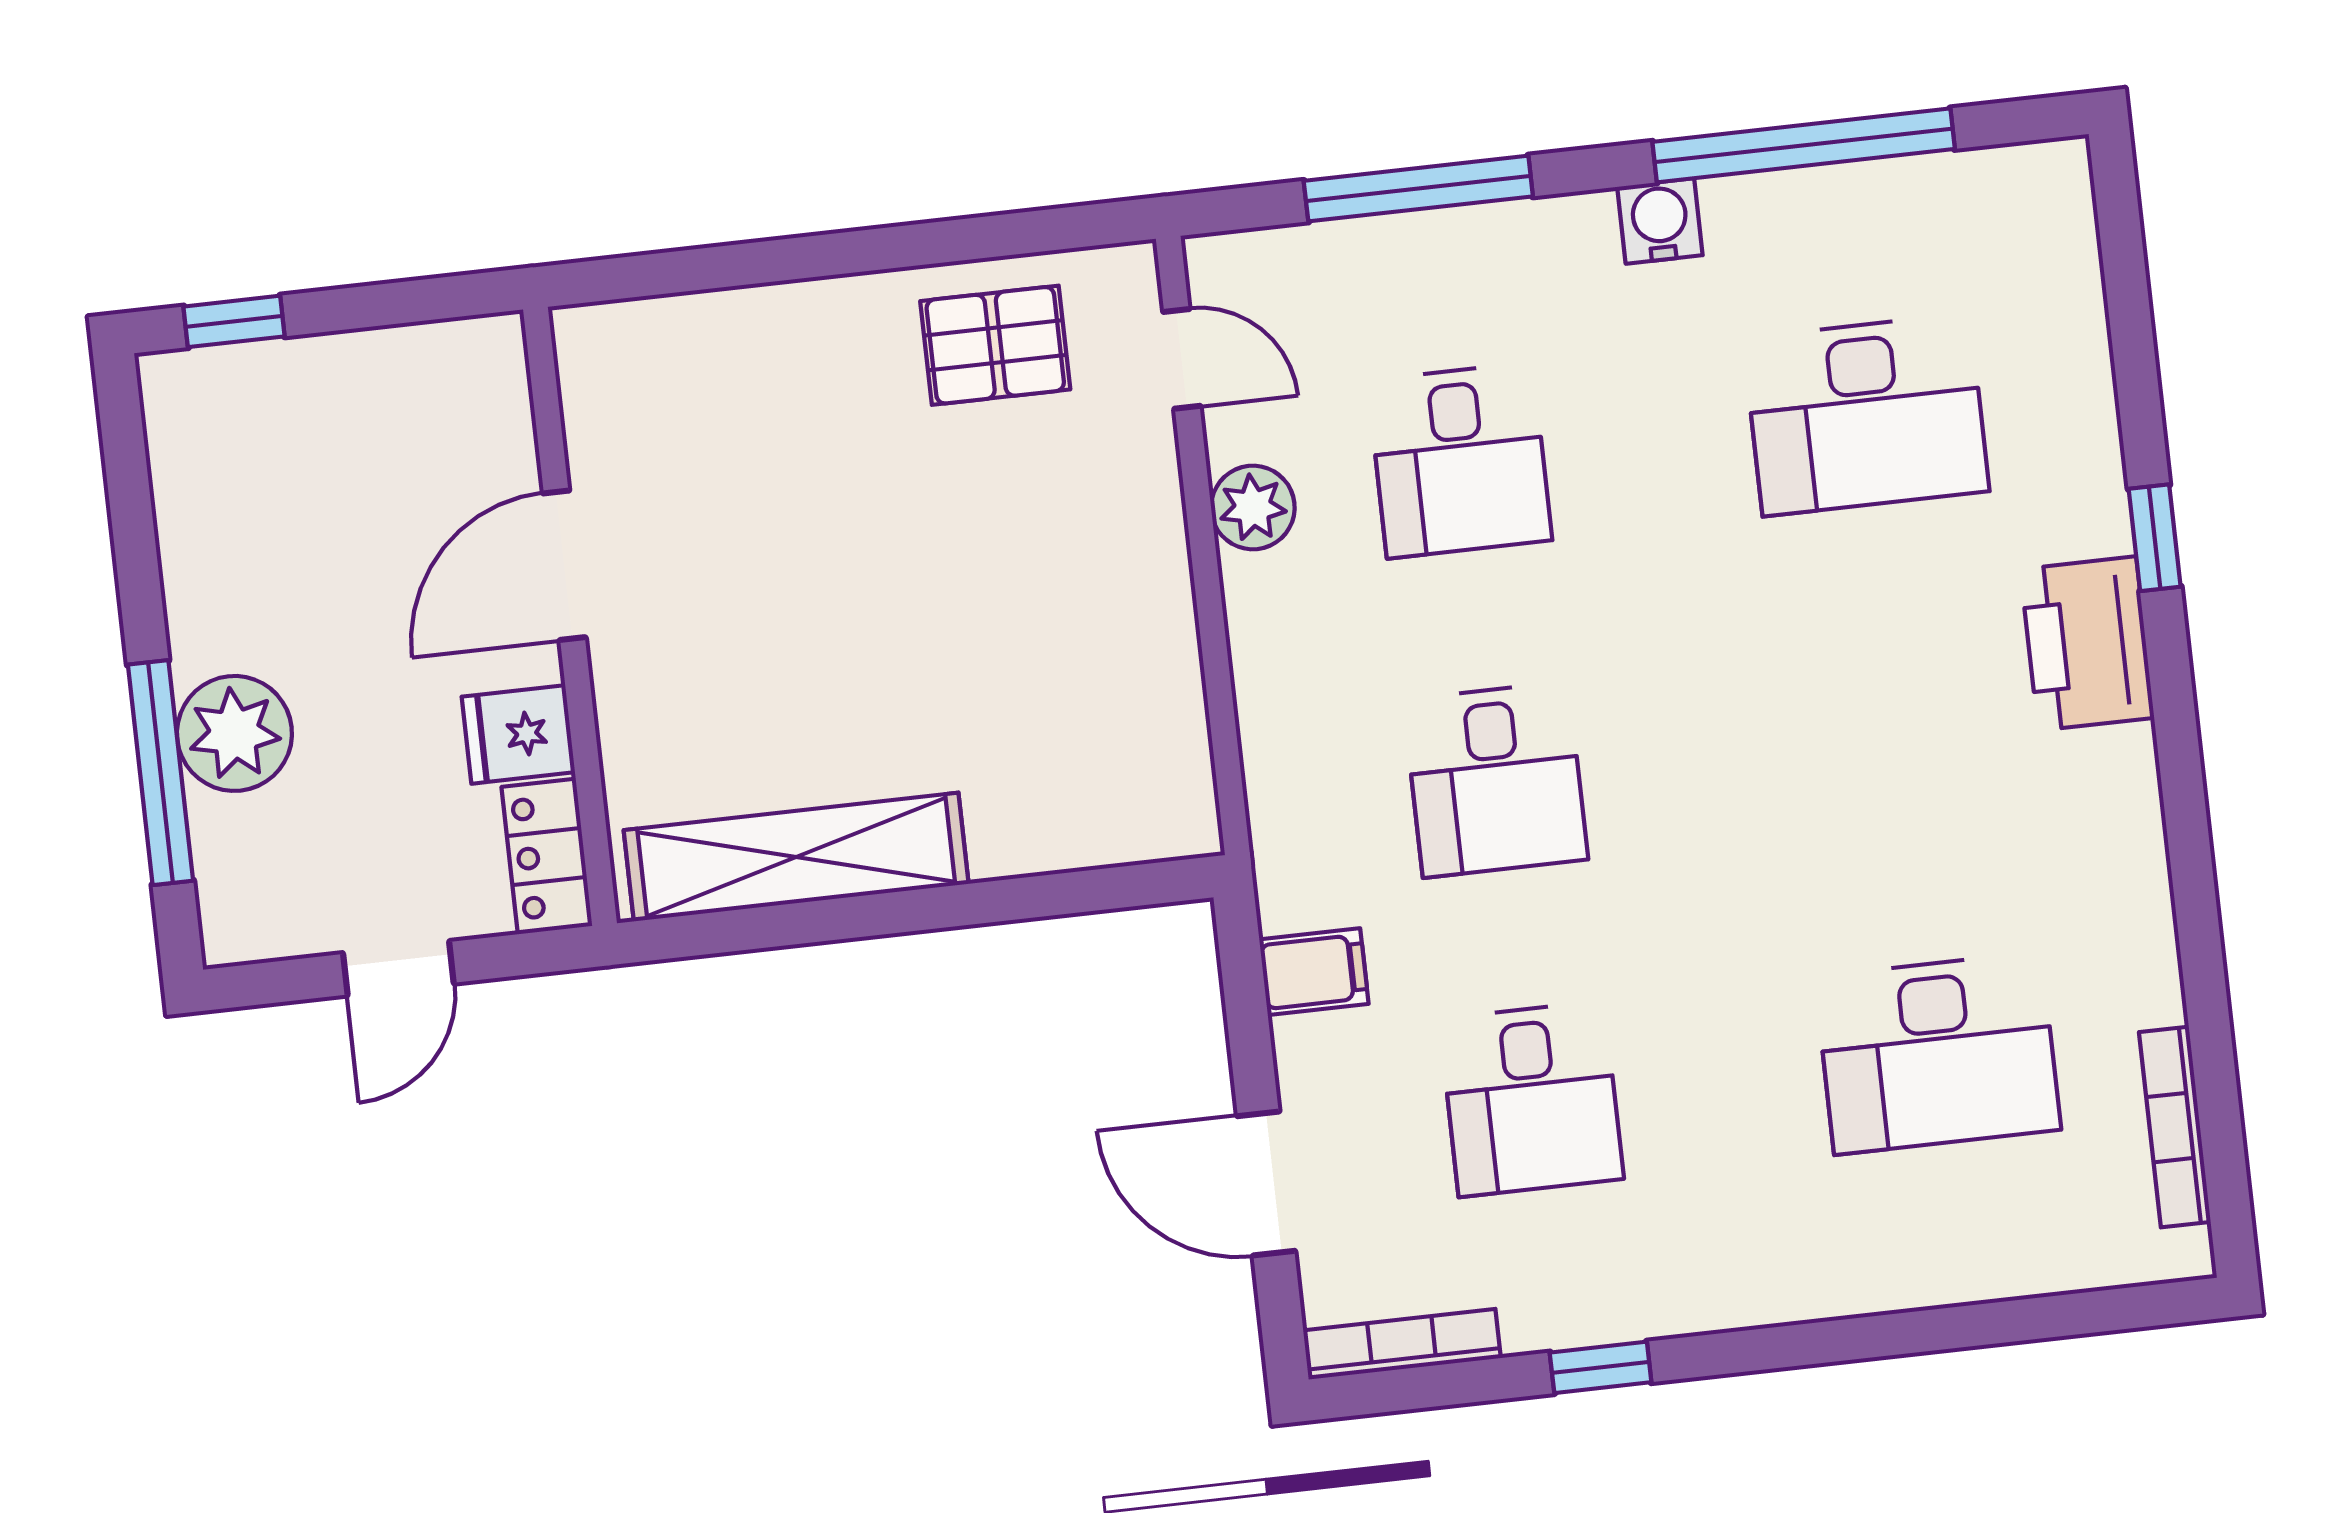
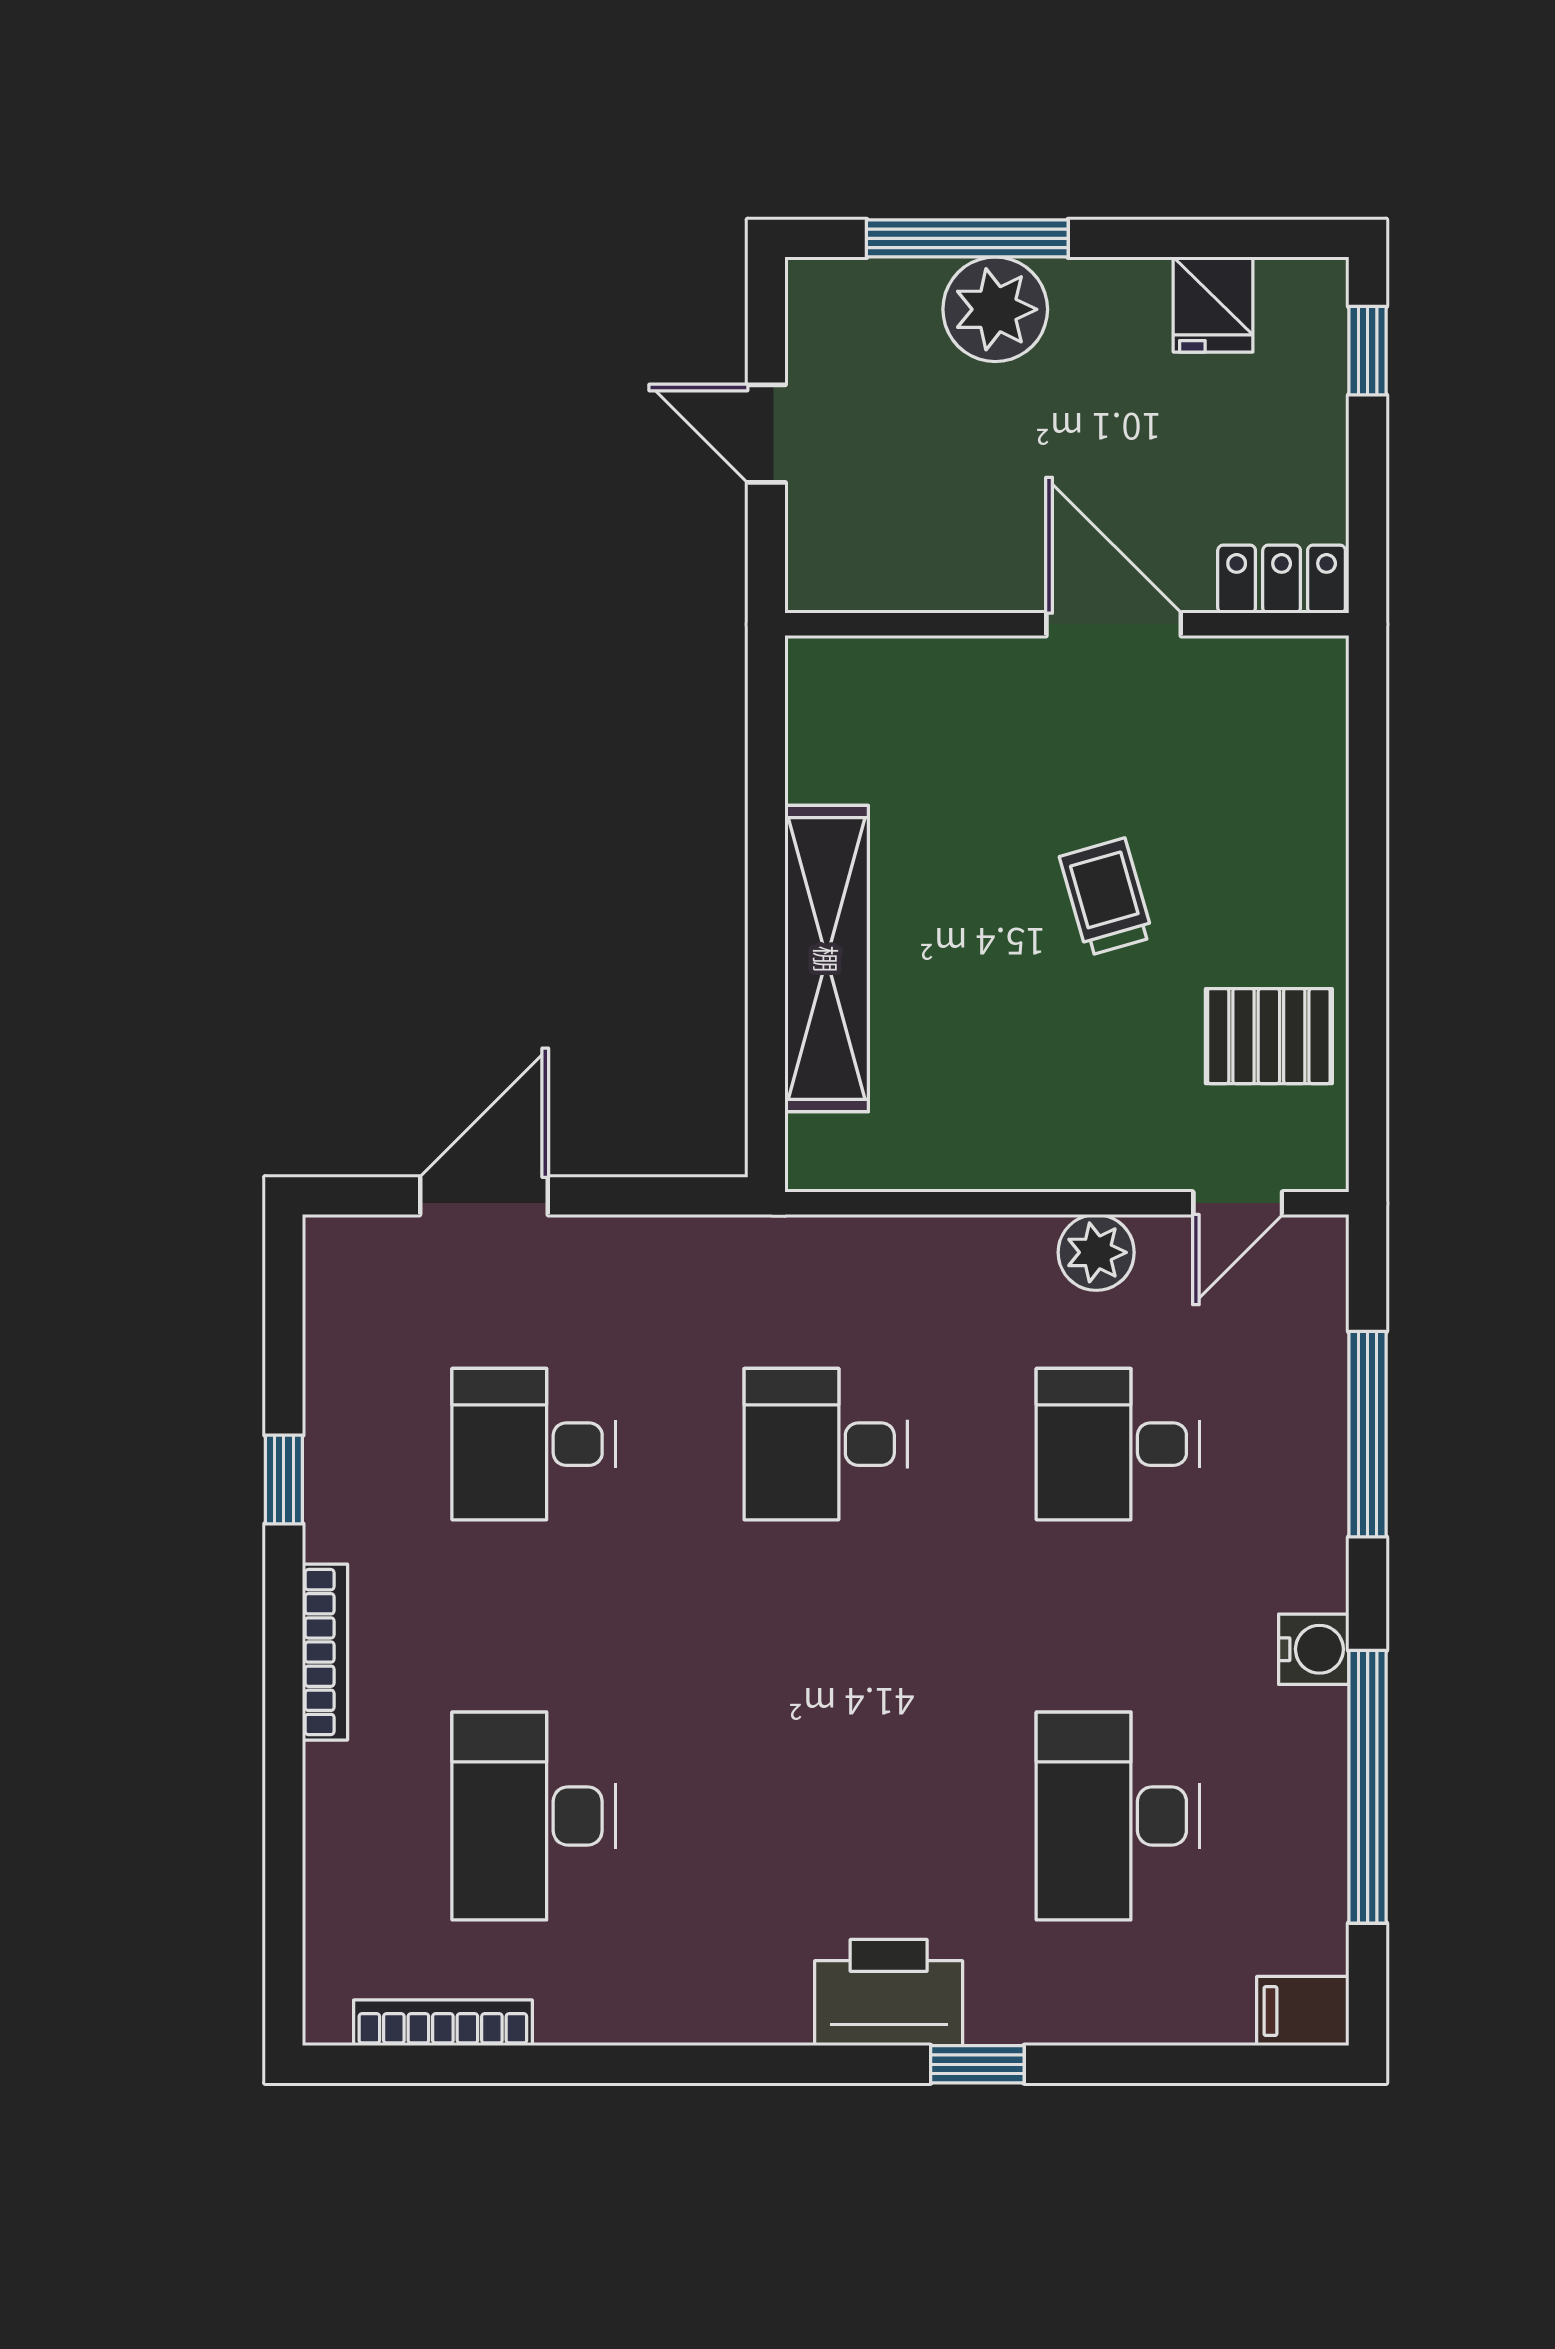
pallet: (995, 345) -> (1269, 1036), turned 90
trolley: (863, 540) -> (1106, 897), added
fridge: (518, 734) -> (1213, 304), moved, turned 180
locker: (547, 856) -> (1282, 579), moved
shelving: (796, 857) -> (827, 959), moved
filing cabinet: (1314, 972) -> (1303, 2011), moved, turned 90
bookcase: (1402, 1344) -> (325, 1652), moved

